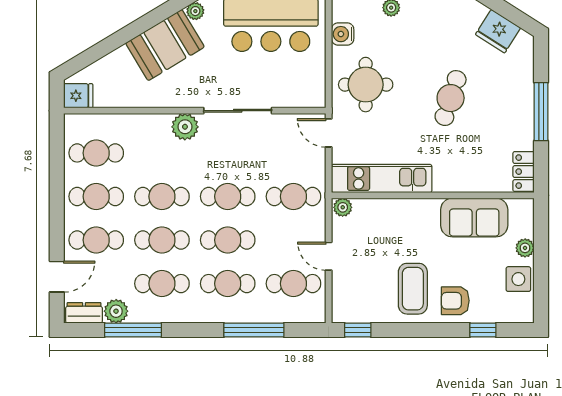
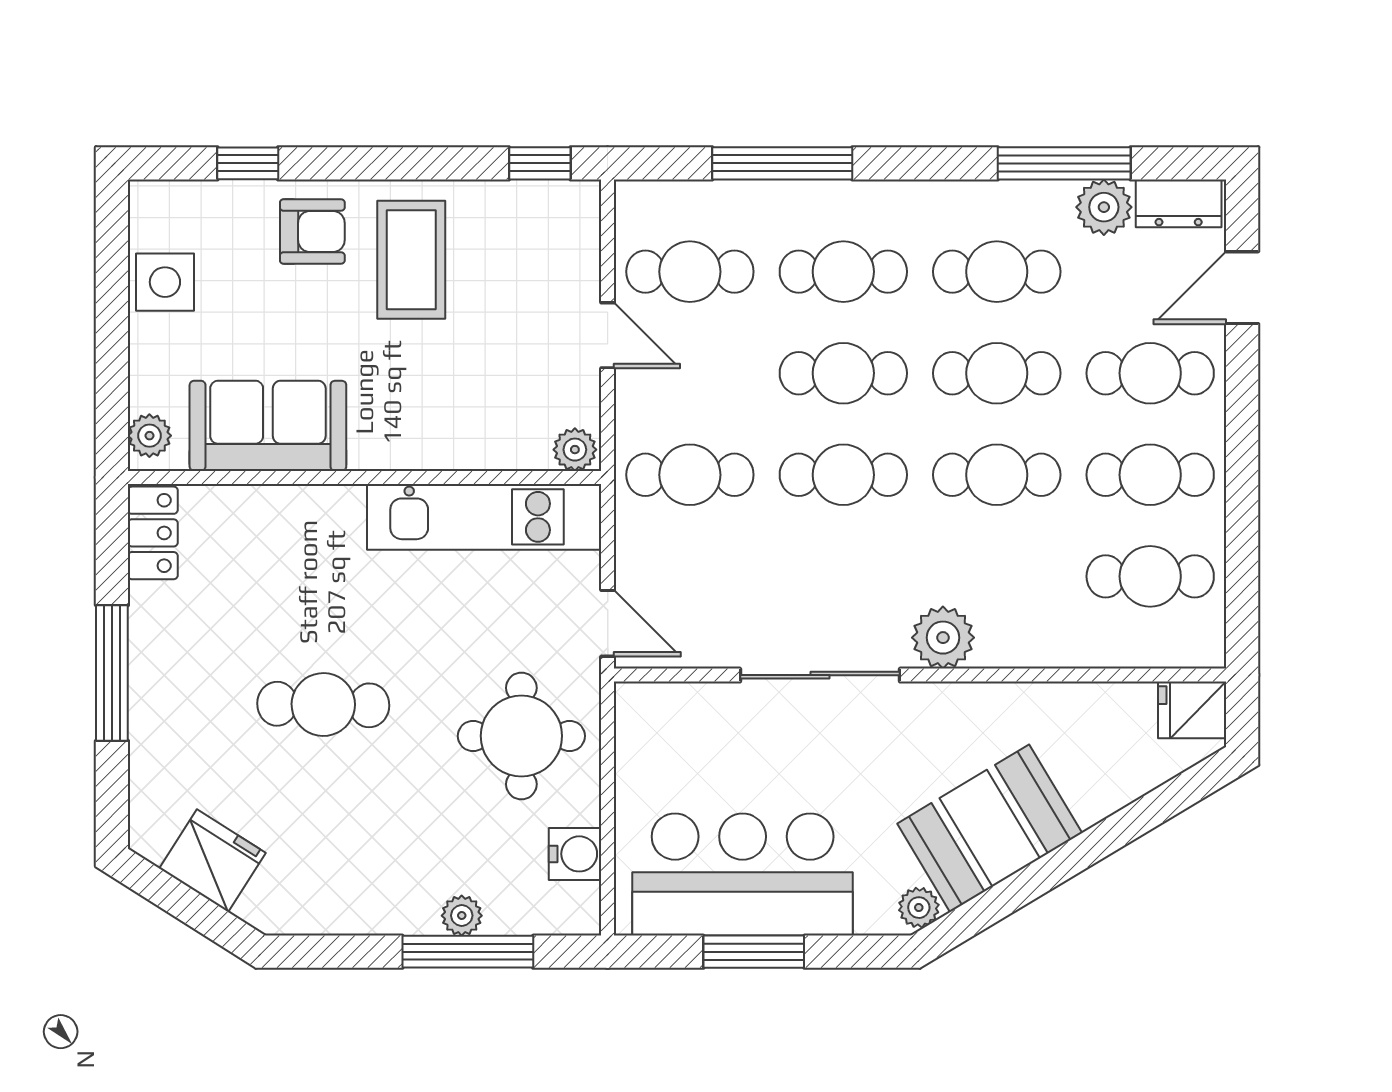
cafe table: (451, 98) -> (323, 705), turned 73
plant: (525, 248) -> (149, 436), moved

